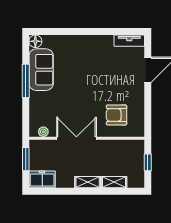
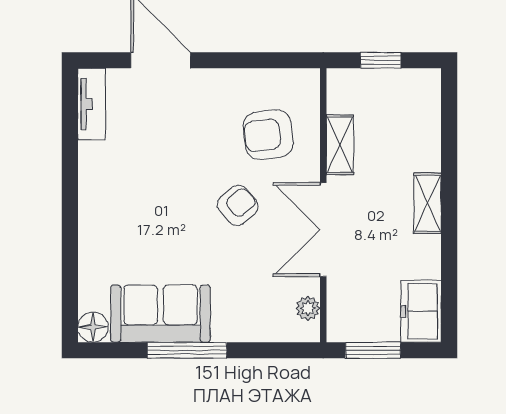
armchair: (87, 102) -> (238, 205), added
armchair: (116, 115) -> (268, 135), turned 83
shelving: (114, 182) -> (340, 145), moved

